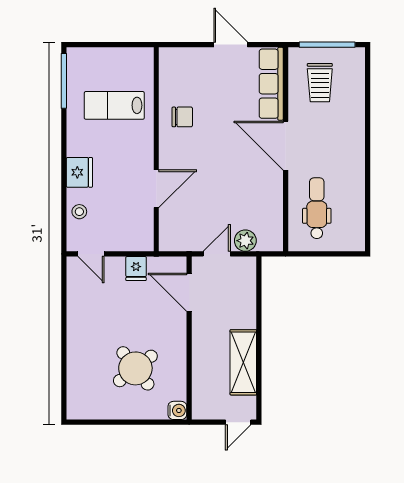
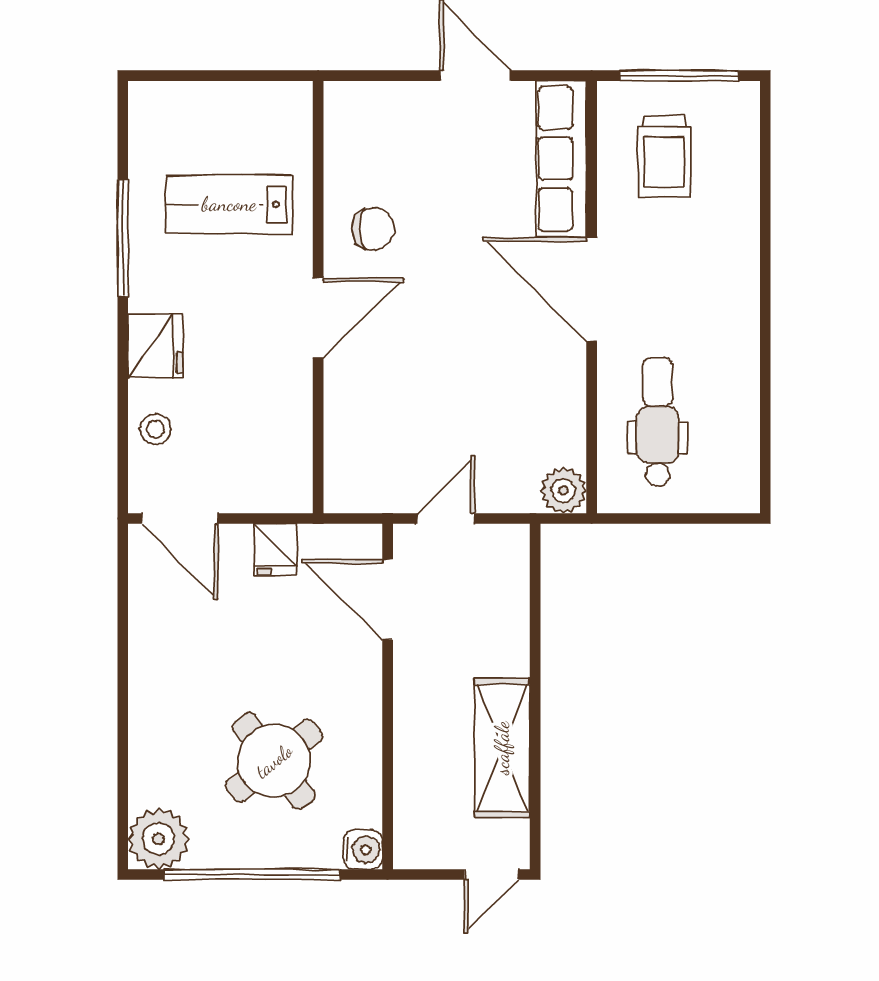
window: (64, 81) -> (123, 238), moved
door: (156, 189) -> (318, 318), moved
plant: (245, 241) -> (564, 490), moved
door: (91, 254) -> (180, 519), width x1.38
plant: (81, 405) -> (158, 839), added
window: (125, 422) -> (252, 875), added

